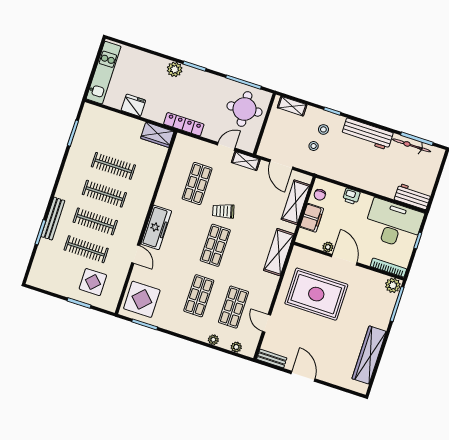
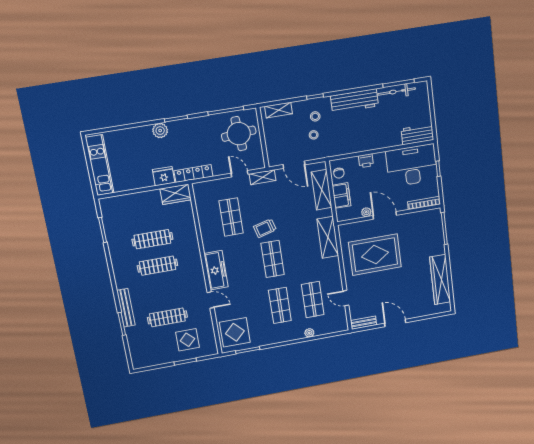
fridge: (133, 105) -> (164, 176), moved
door: (226, 147) -> (240, 174), hinge flipped
clothes rail: (95, 221) -> (163, 292), removed
plant: (393, 285) -> (434, 215), removed
plant: (236, 347) -> (331, 329), removed

